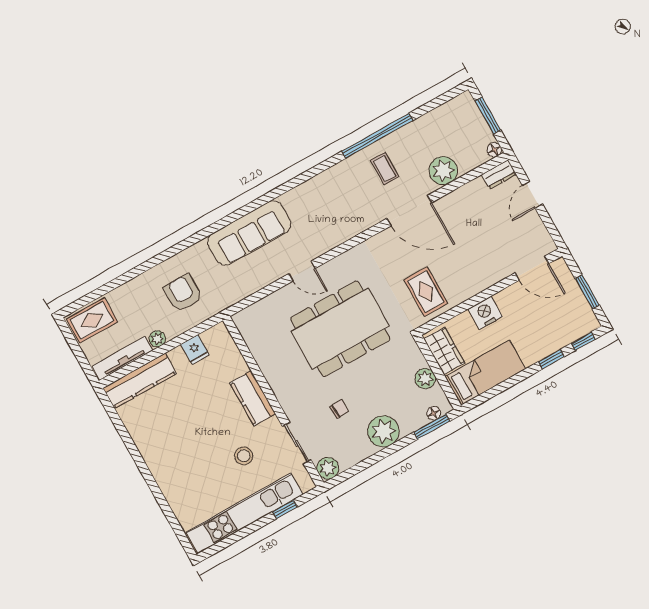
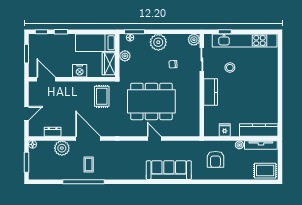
dresser: (499, 174) -> (53, 132), moved

